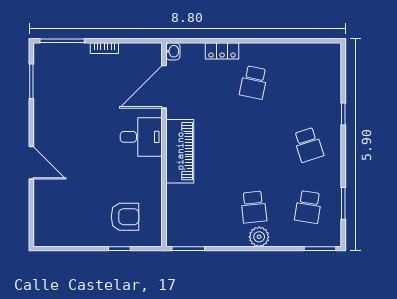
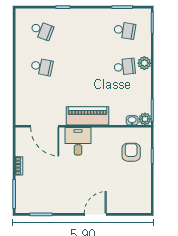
washbasin: (173, 51) -> (132, 120), moved
locker: (222, 51) -> (21, 88), removed
school desk: (308, 145) -> (42, 30), moved, turned 39
plant: (175, 238) -> (145, 119), added

